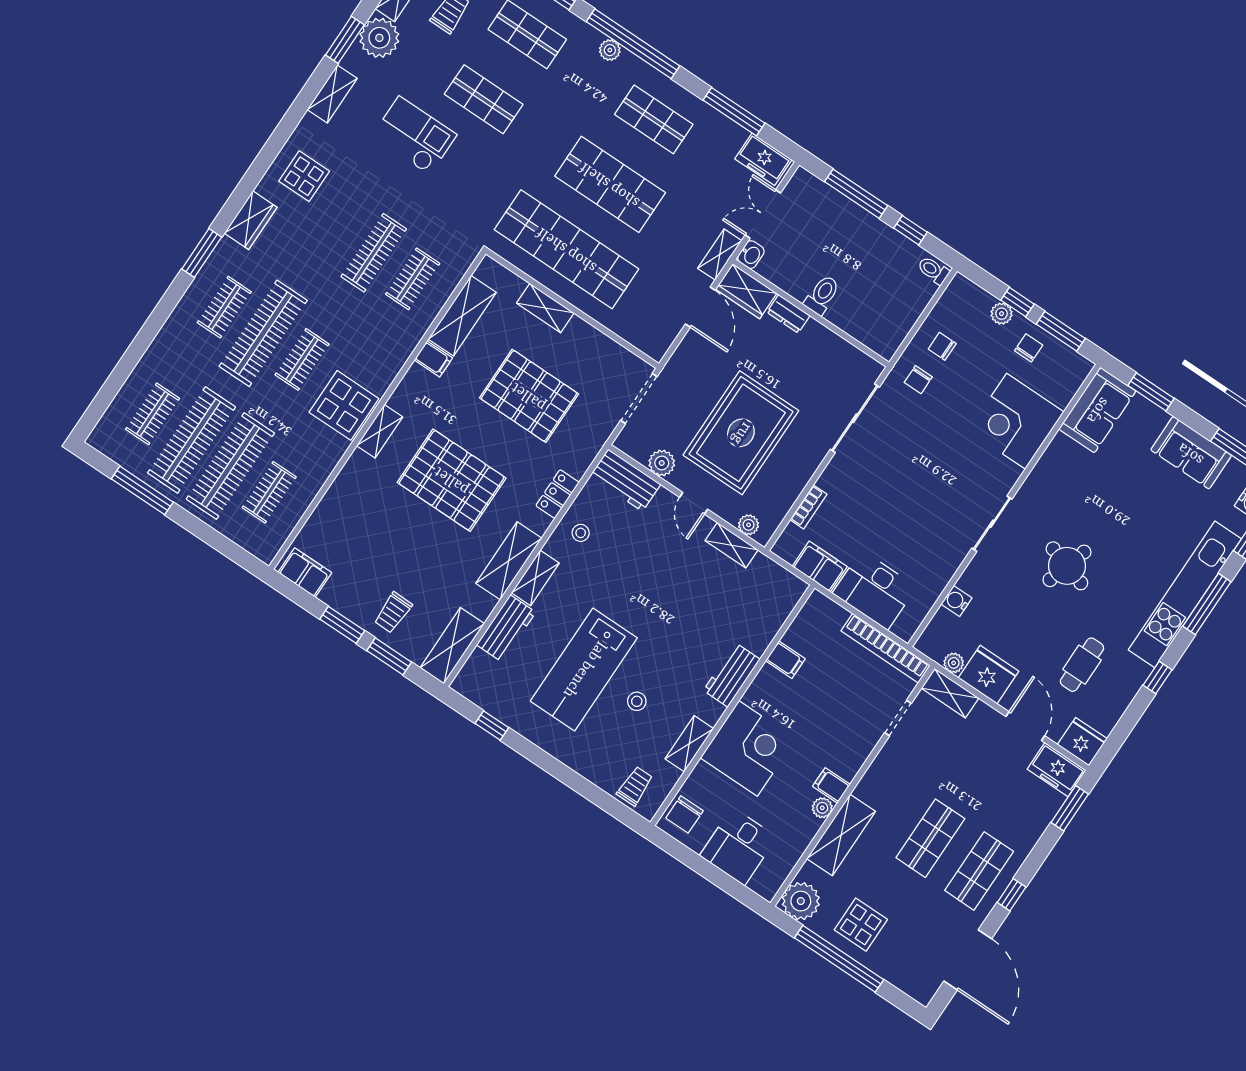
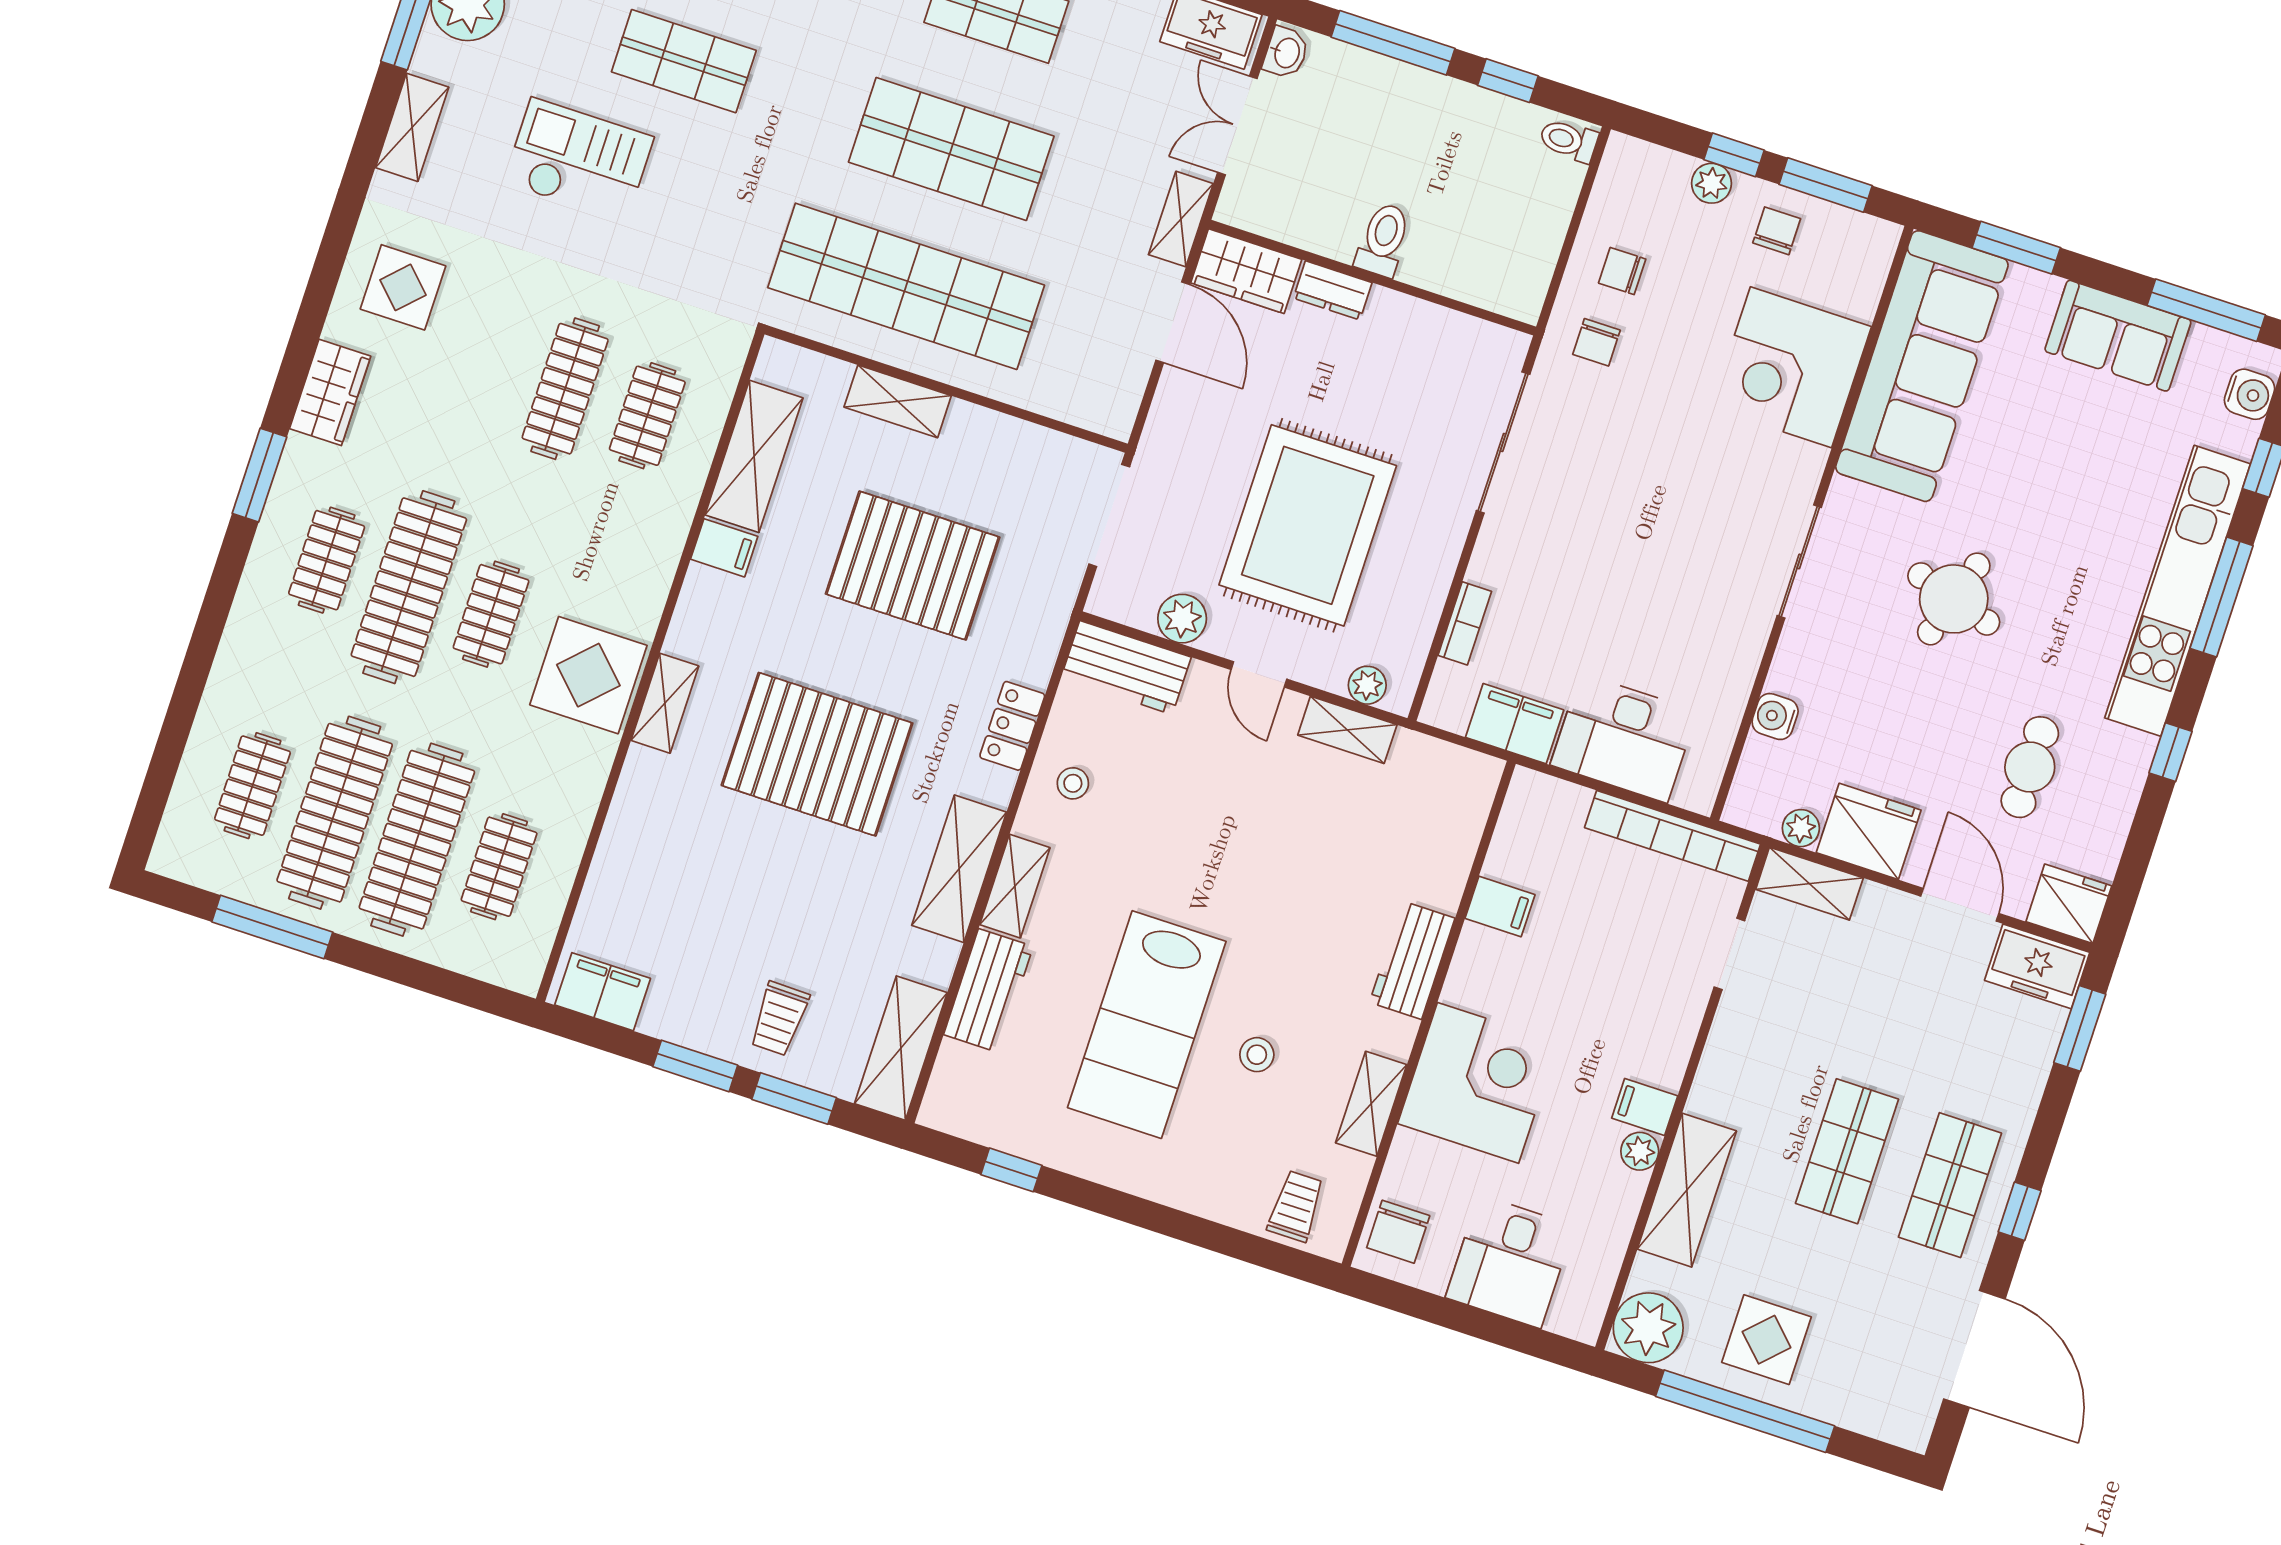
washbasin: (751, 255) -> (1286, 53), moved
sofa: (1097, 410) -> (1922, 366), width x1.85, depth x1.27

